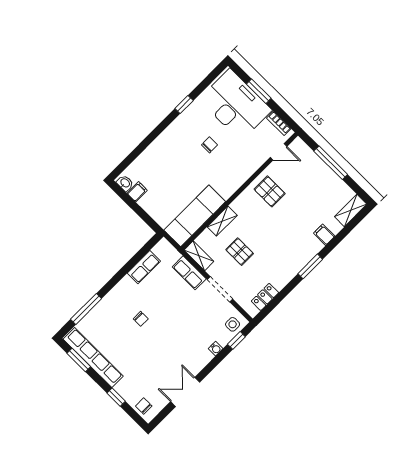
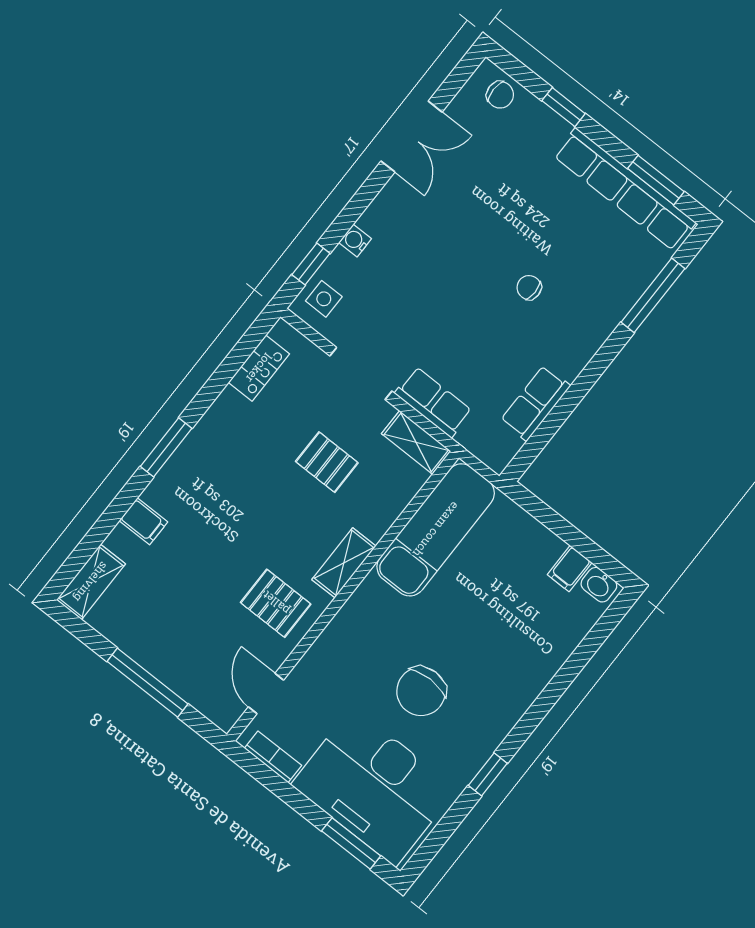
window: (259, 91) -> (351, 843), moved
chair: (209, 145) -> (421, 691), width x1.87, depth x1.87
door: (279, 152) -> (266, 693), hinge flipped
shelving: (222, 221) -> (344, 563), moved

